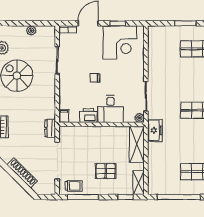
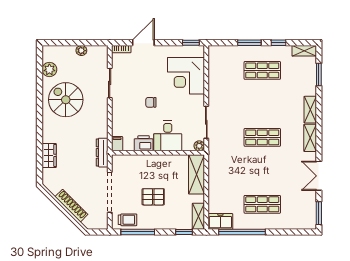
window: (118, 23) -> (191, 43), moved
corner desk: (120, 43) -> (186, 76), moved, turned 90
dresser: (50, 128) -> (102, 153), width x1.44
freezer: (155, 130) -> (220, 221), moved, turned -90
pallet: (106, 171) -> (153, 197), moved

